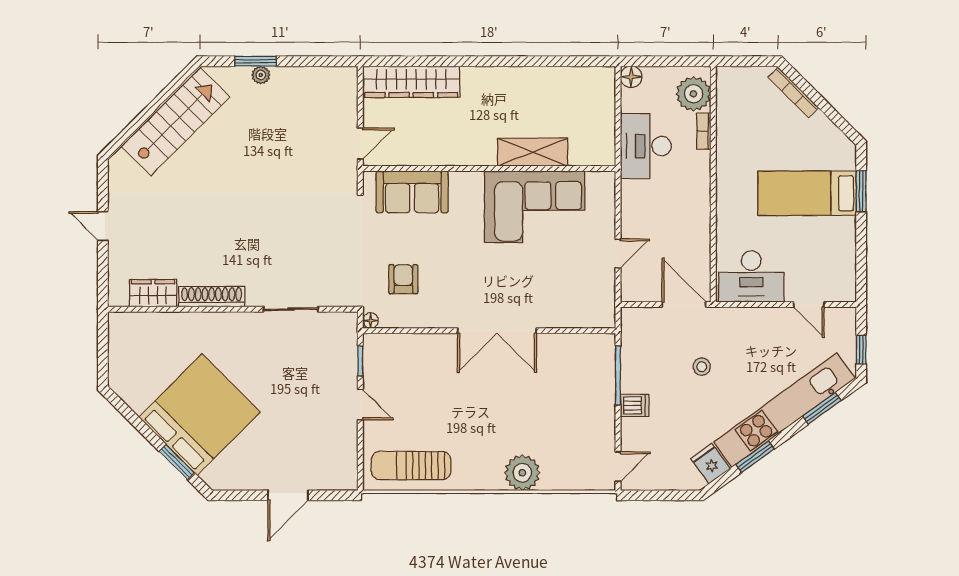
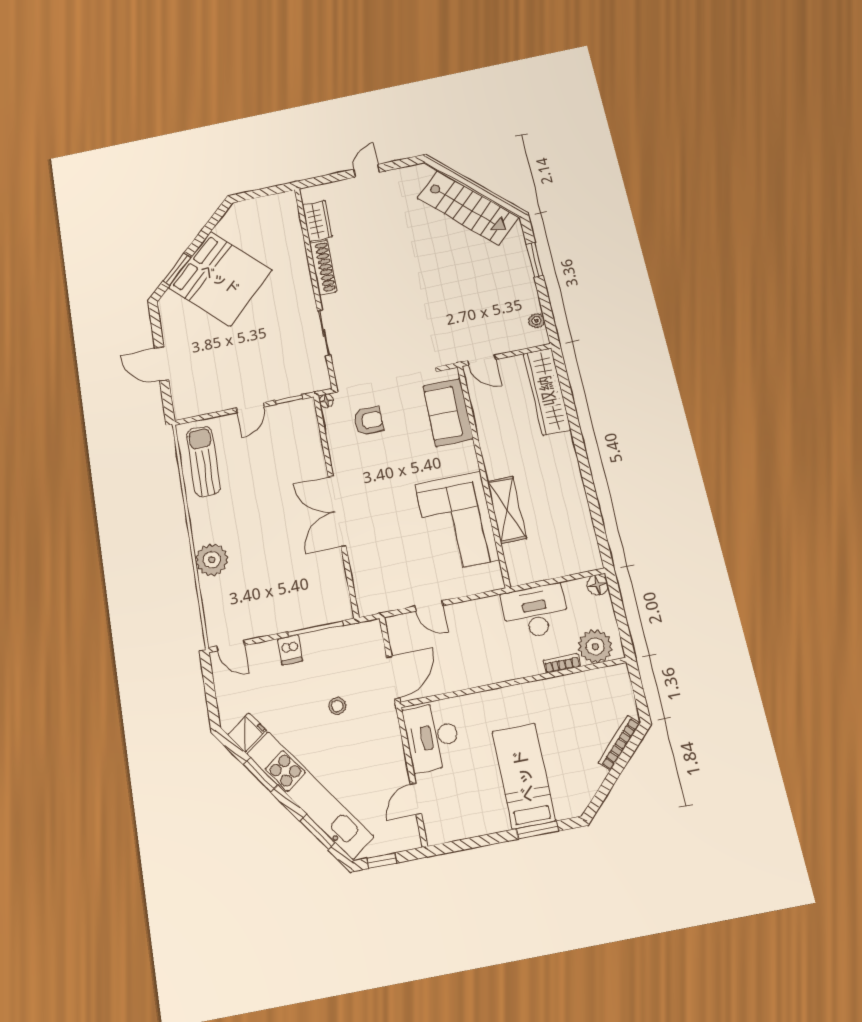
plant: (261, 75) -> (537, 321), moved

